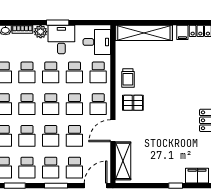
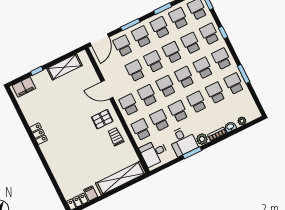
door: (113, 131) -> (107, 90), swing flipped
shelving: (123, 161) -> (65, 67), moved, turned 90

